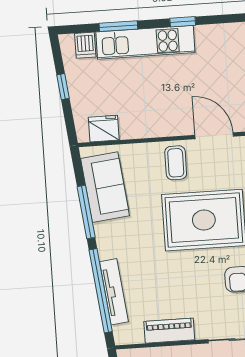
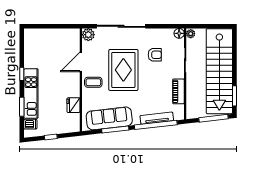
fridge: (104, 129) -> (73, 105), moved
sofa: (105, 187) -> (109, 118), width x1.36

